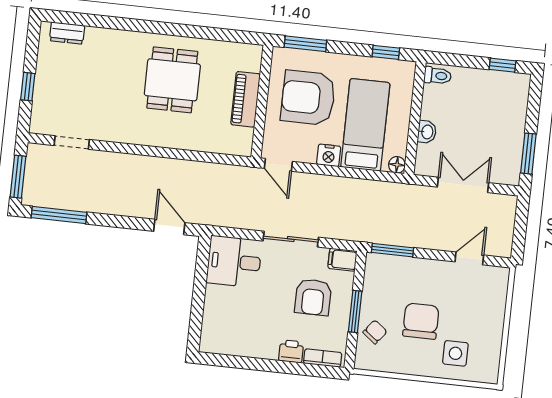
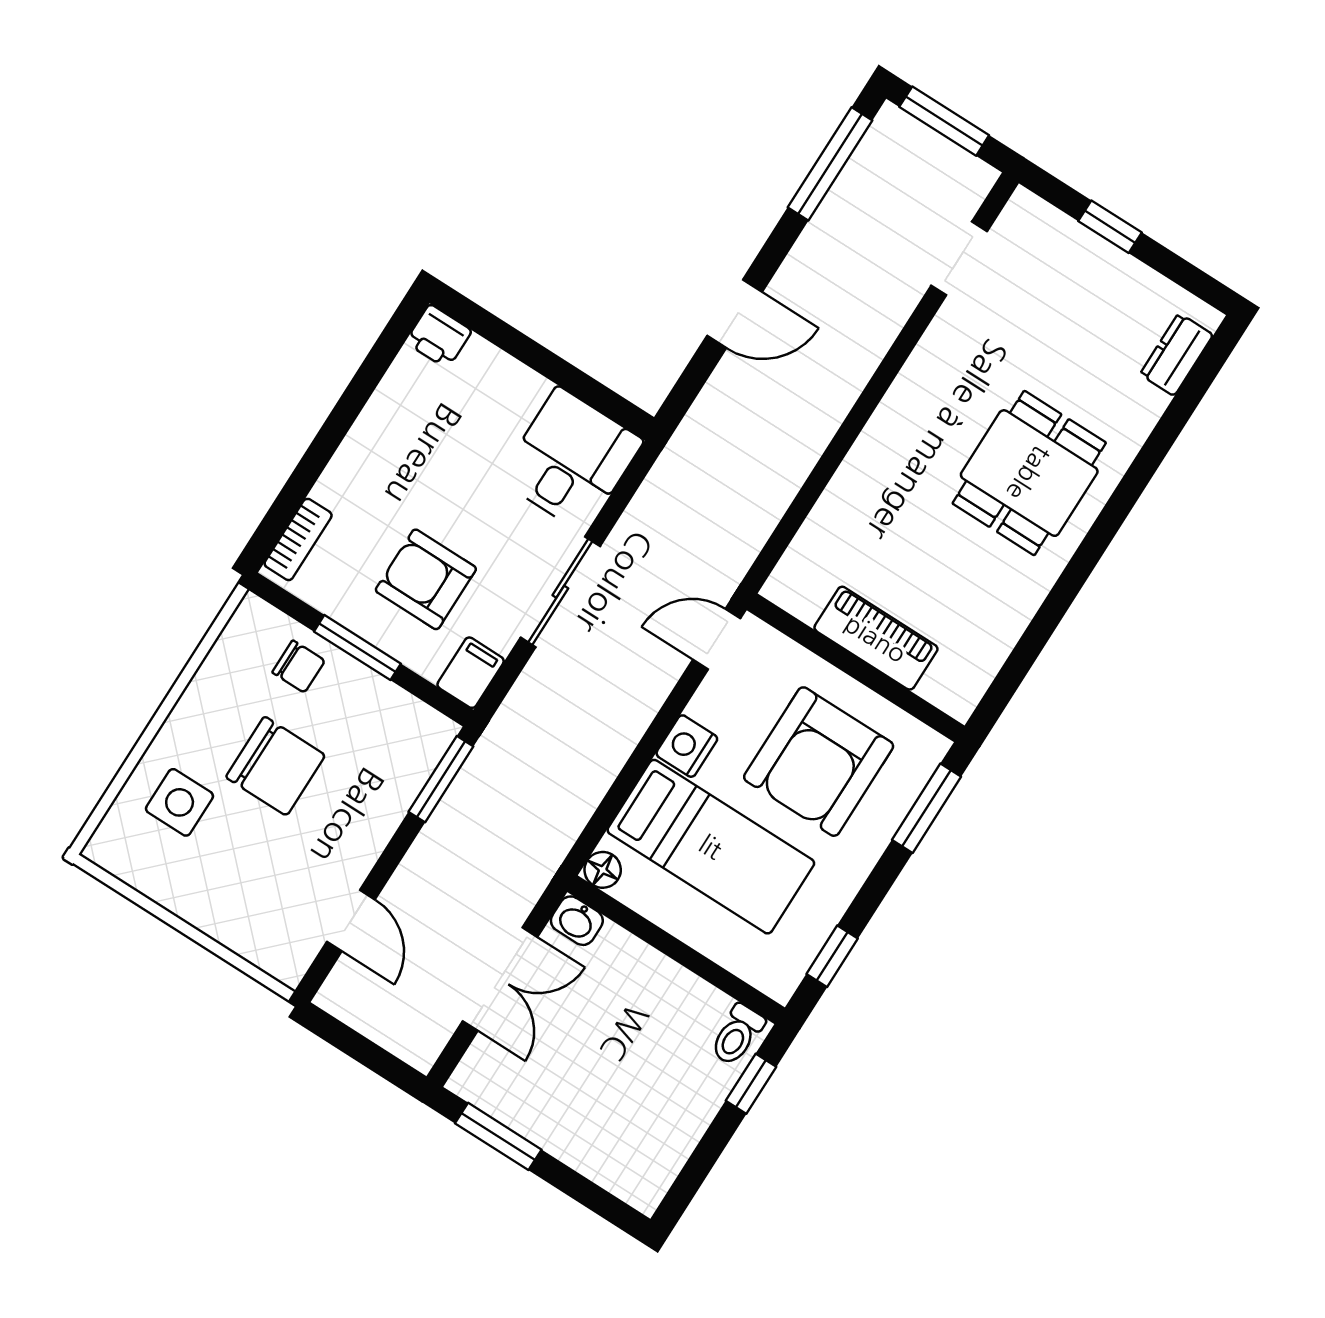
window: (503, 65) -> (751, 1084), moved
dining table: (172, 80) -> (1029, 473), moved, turned 90
armchair: (308, 98) -> (819, 762), turned 180
washbasin: (427, 132) -> (577, 921), moved
door: (169, 227) -> (735, 314), moved
chair: (375, 332) -> (299, 666), turned -38
printer: (291, 351) -> (439, 336), moved, turned 90

